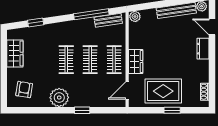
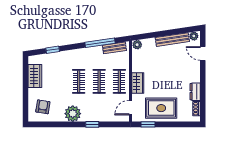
dresser: (203, 49) -> (195, 92), moved
window: (172, 110) -> (148, 124), moved

